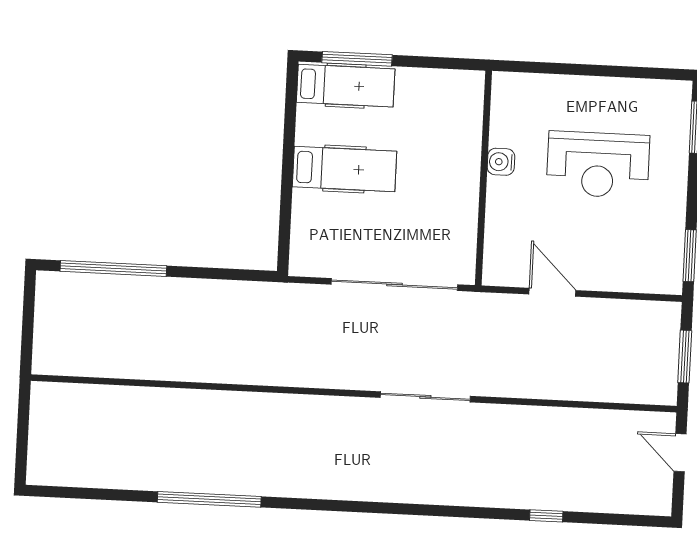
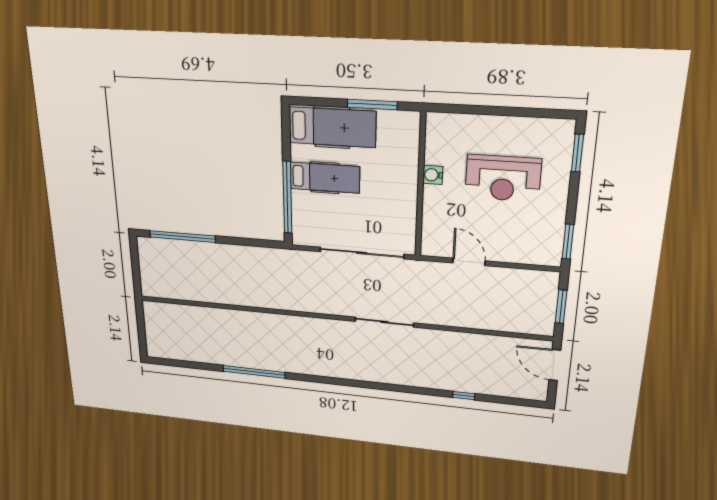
window: (357, 59) -> (372, 104), moved
hospital bed: (346, 86) -> (332, 127), width x1.37, depth x1.29
window: (286, 201) -> (287, 197), added
door: (680, 453) -> (555, 365), width x1.38

